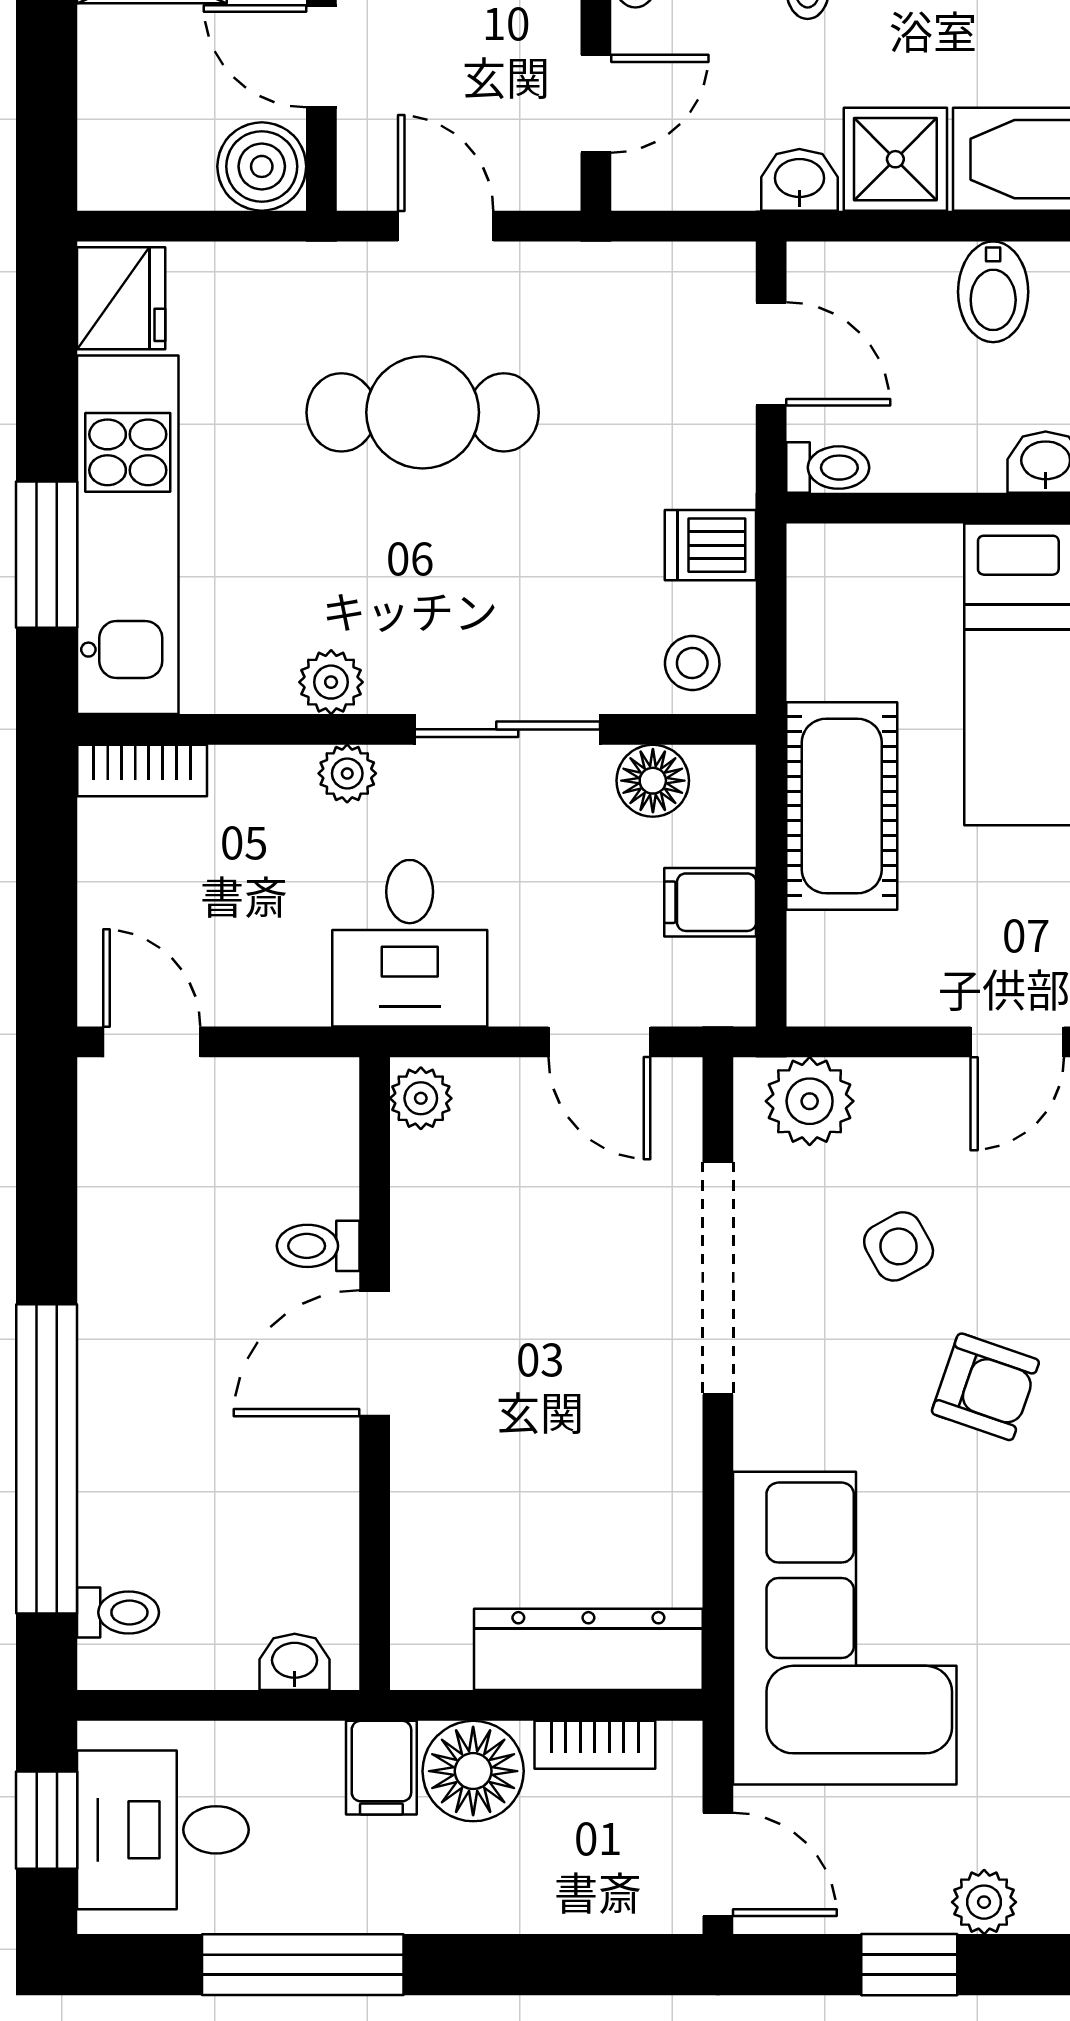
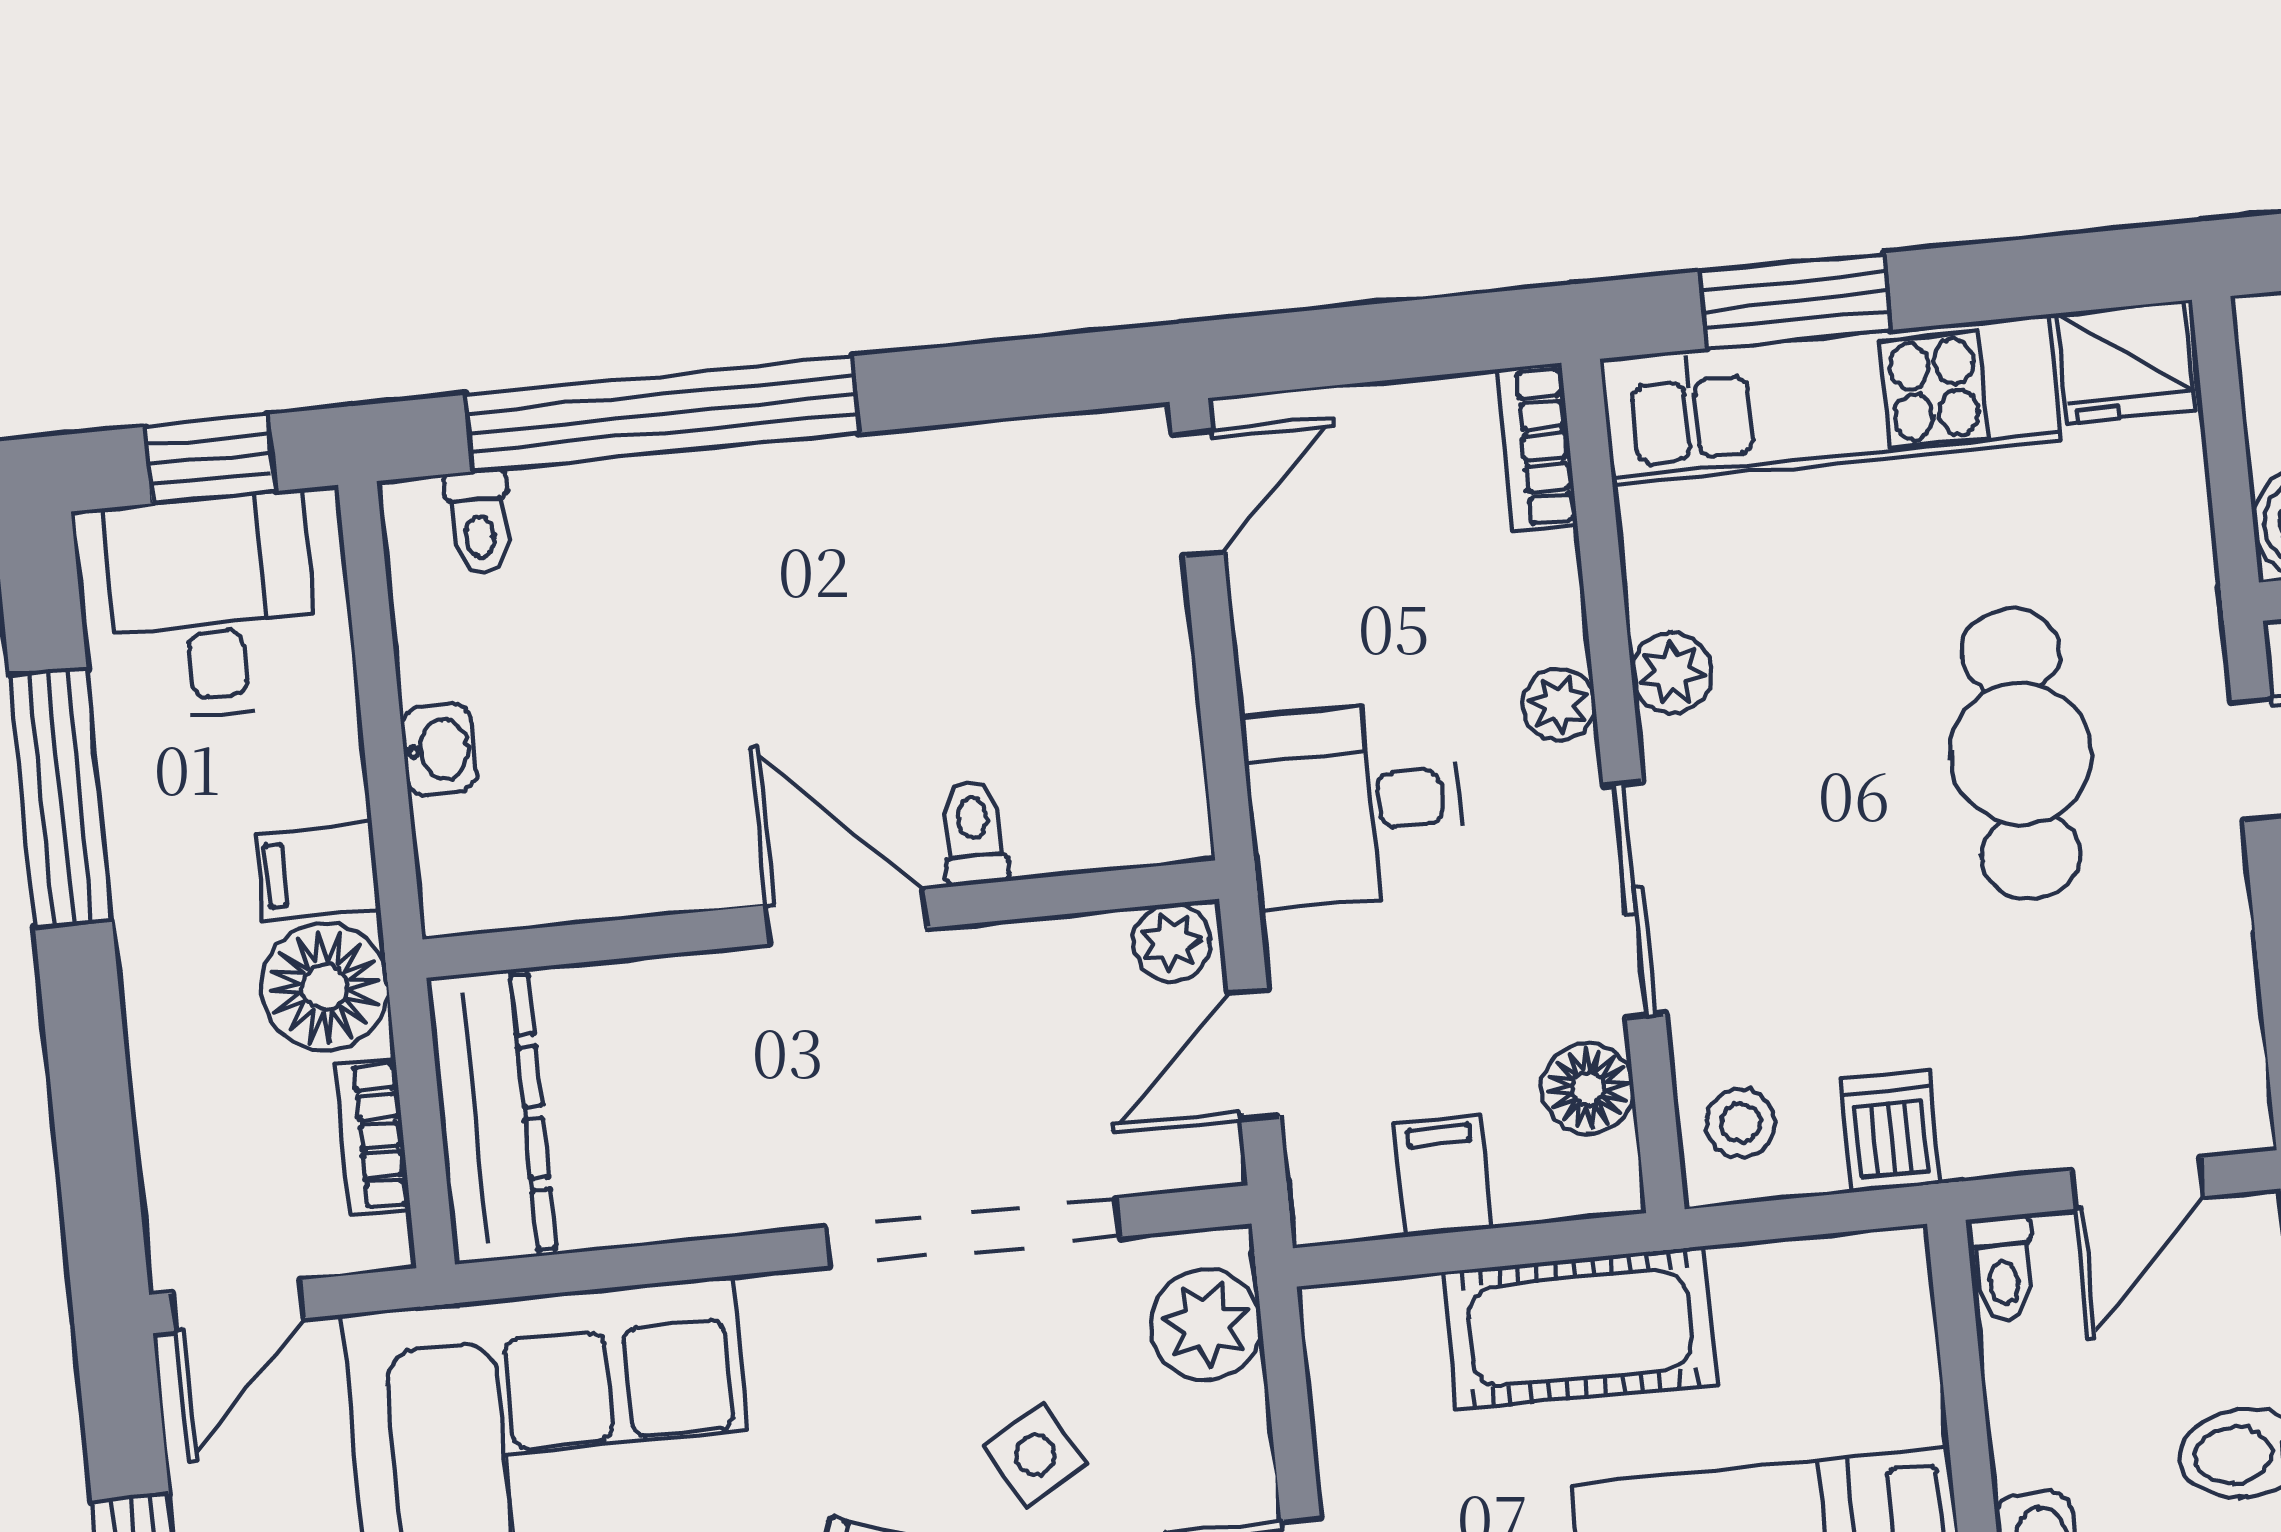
plant: (421, 1098) -> (1172, 942), moved
toilet: (318, 1246) -> (974, 832), moved
door: (375, 1353) -> (847, 917), moved
wall: (375, 1374) -> (821, 919), moved

